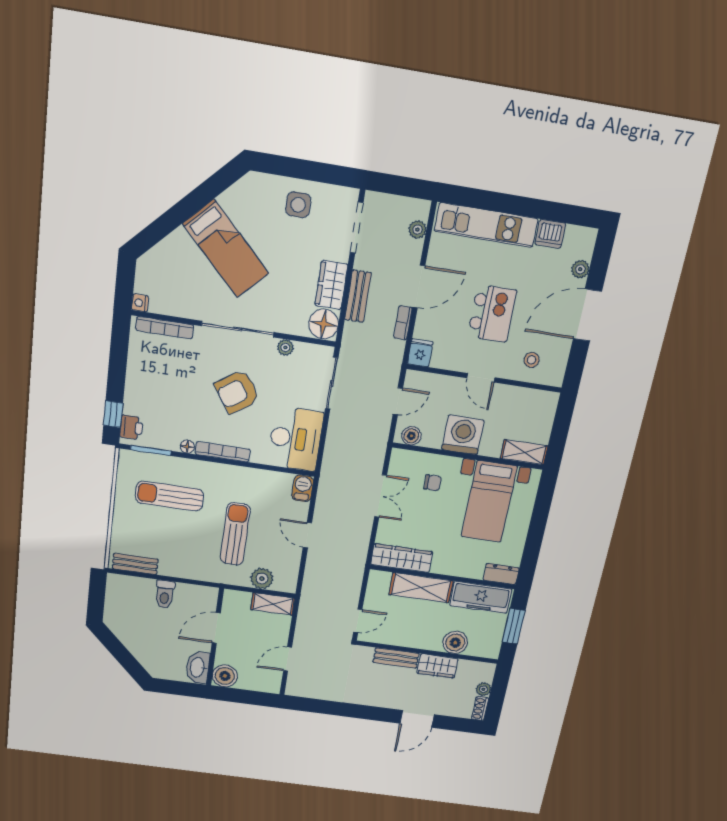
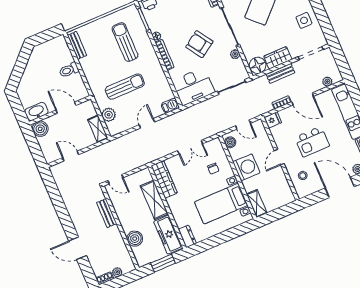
wardrobe: (438, 666) -> (116, 238), removed

